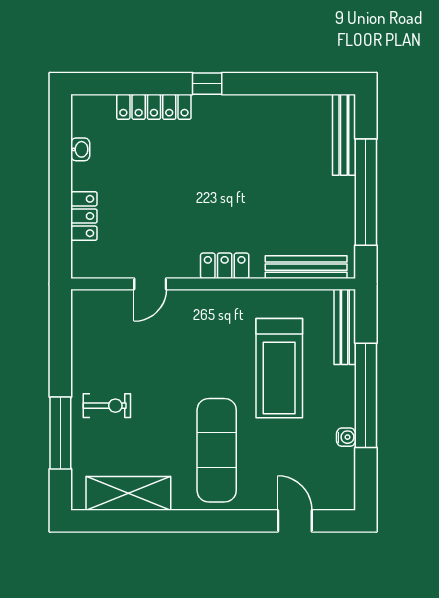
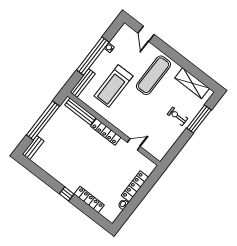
bench: (344, 135) -> (33, 148), width x0.73
locker: (84, 216) -> (135, 186), width x1.53
locker: (225, 266) -> (106, 132), width x1.53
treadmill: (279, 368) -> (114, 86), turned 180

